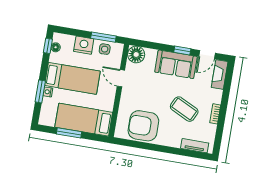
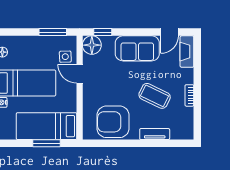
nightstand: (84, 45) -> (33, 45), removed
side table: (105, 49) -> (65, 57), moved
window: (182, 50) -> (103, 32), moved
window: (69, 133) -> (46, 143), moved
tv unit: (195, 146) -> (155, 134), moved

